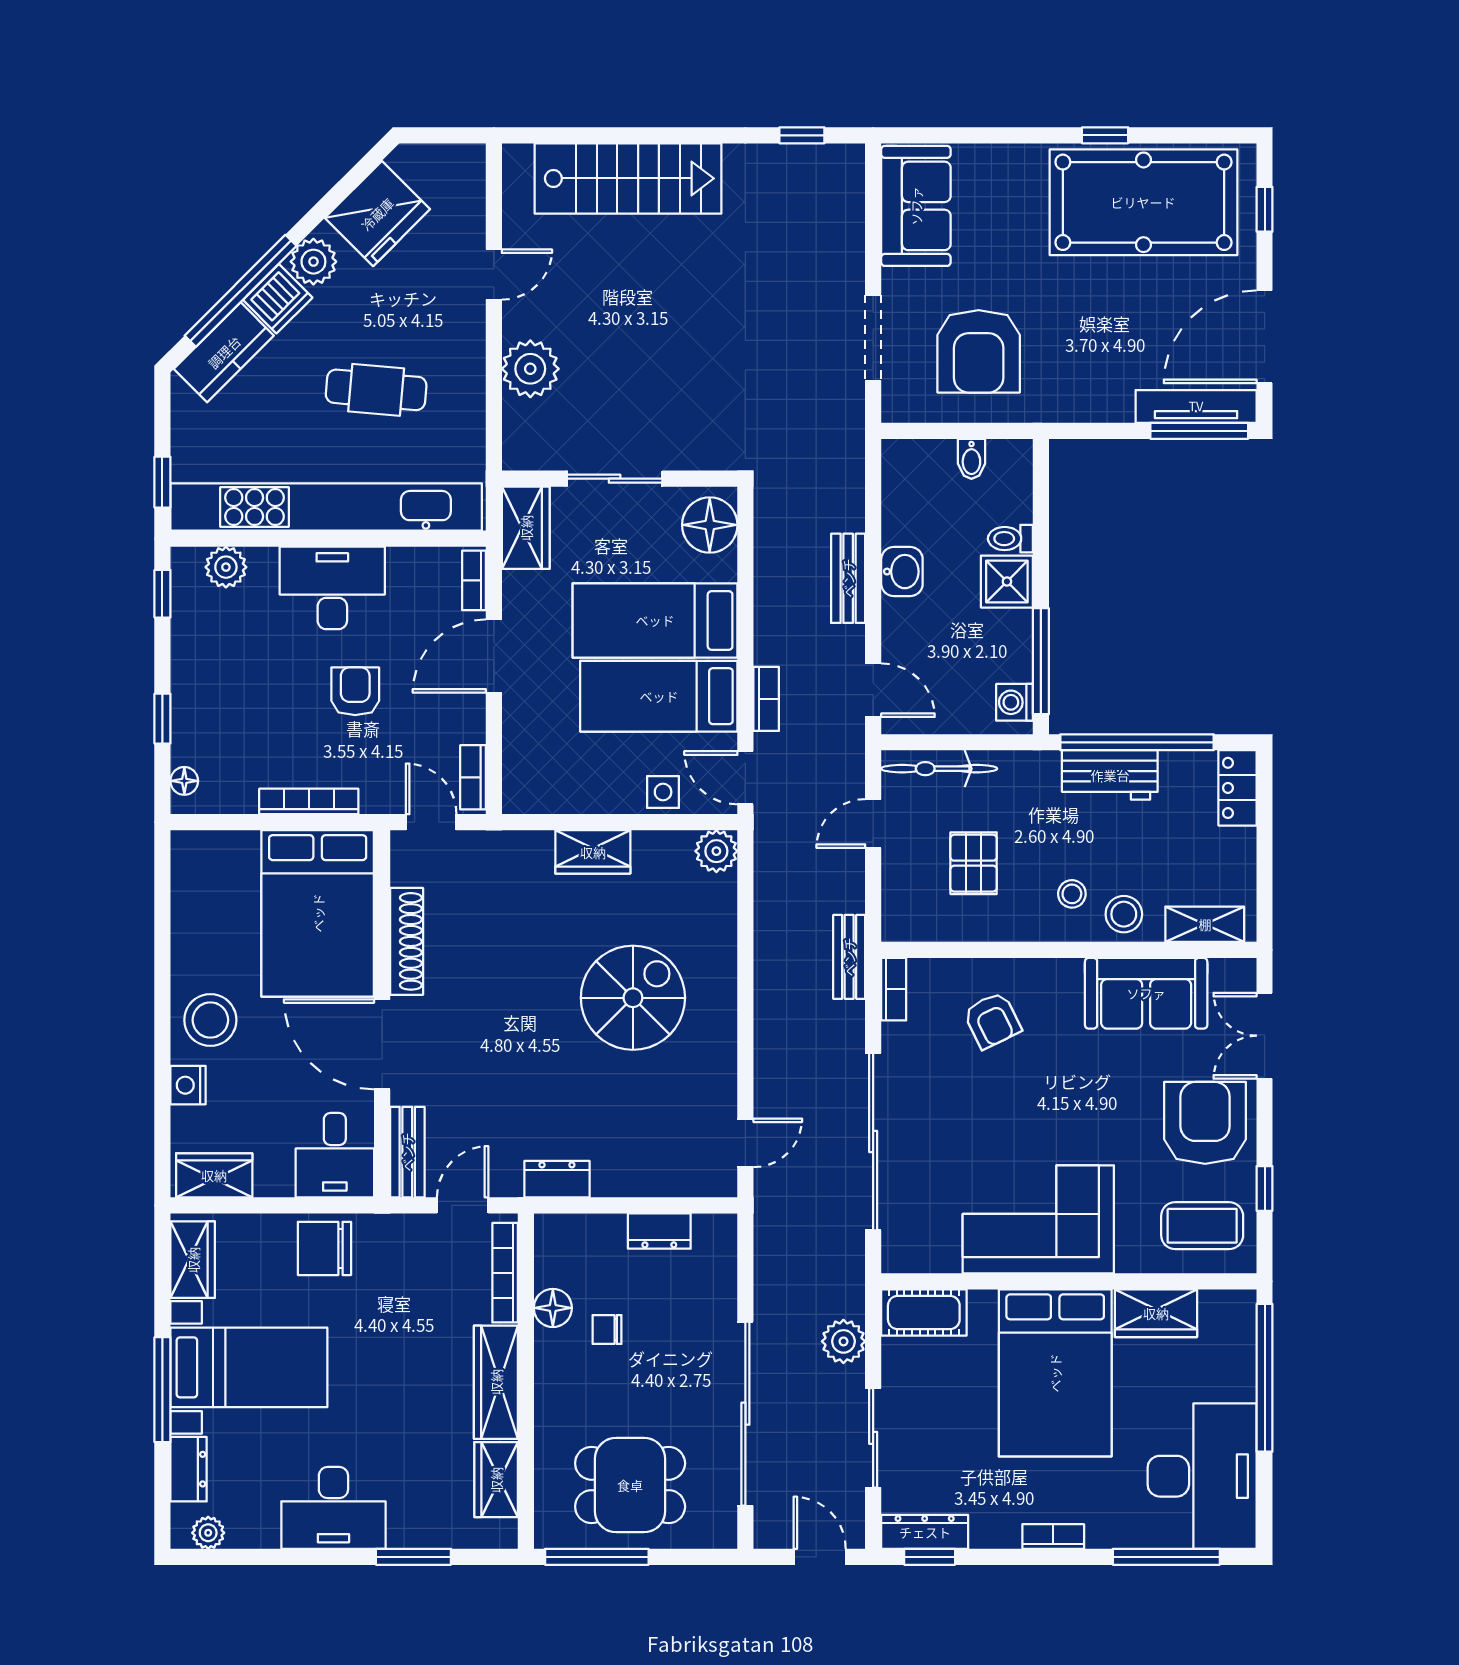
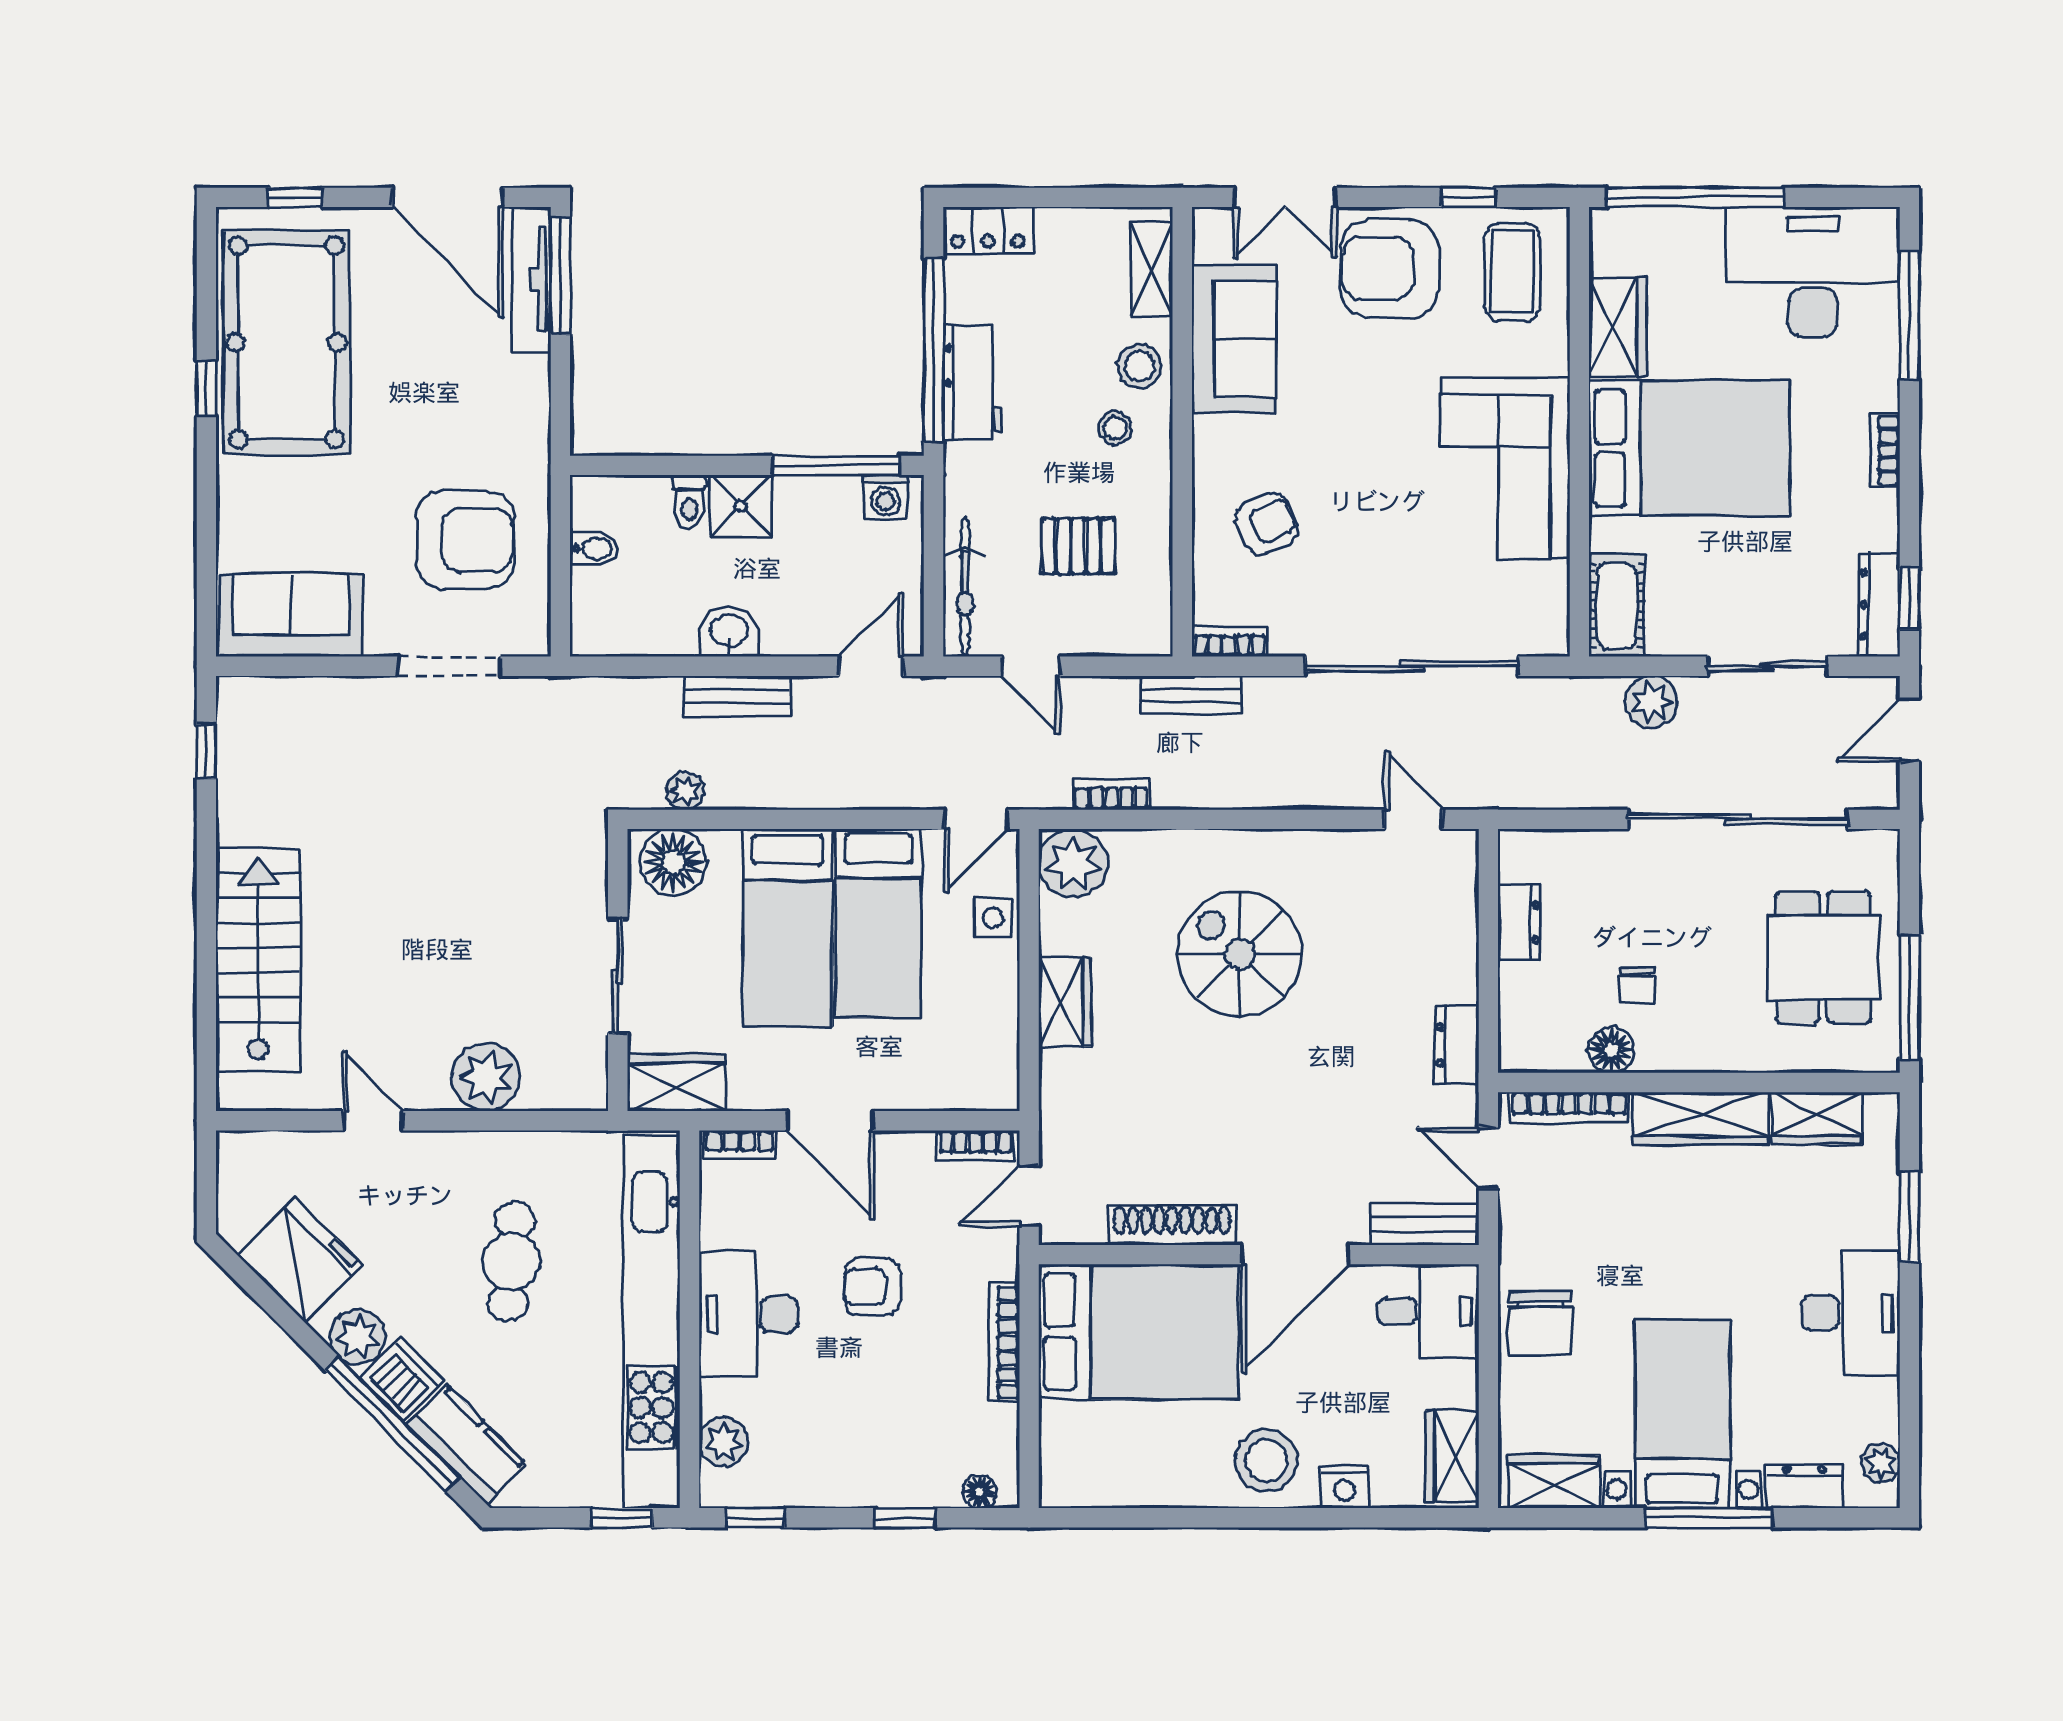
plant: (769, 535) -> (686, 791), added
bookcase: (766, 699) -> (1111, 794), moved
plant: (716, 851) -> (1073, 863), width x1.36, depth x1.36

